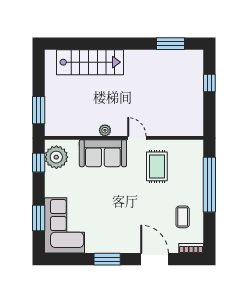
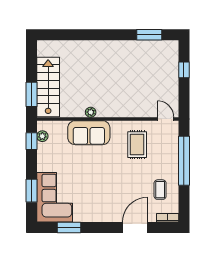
stairs: (90, 62) -> (48, 87), moved, turned -90
door: (137, 138) -> (166, 119), moved
plant: (56, 157) -> (42, 136), width x0.53, depth x0.53
window: (107, 259) -> (69, 227), moved
door: (155, 259) -> (135, 227), hinge flipped

